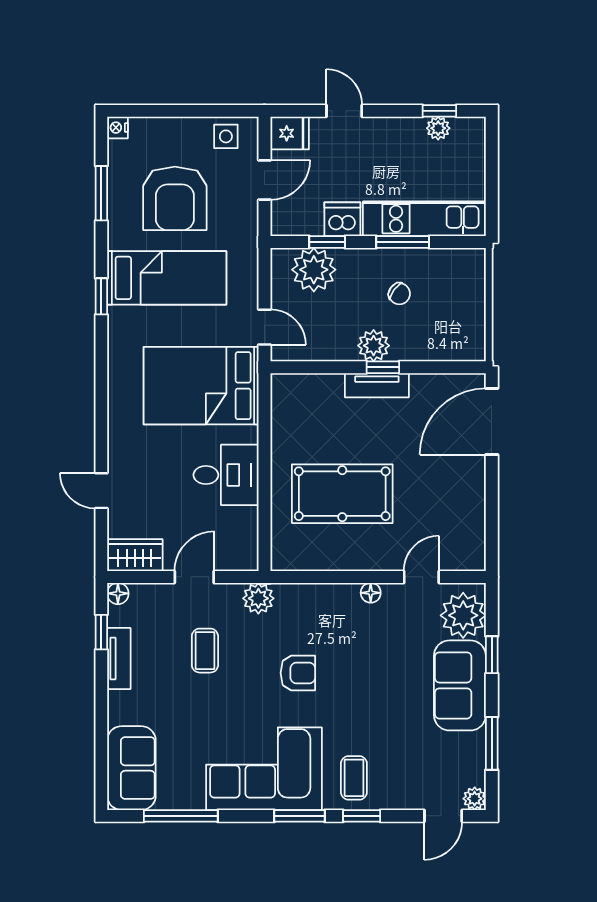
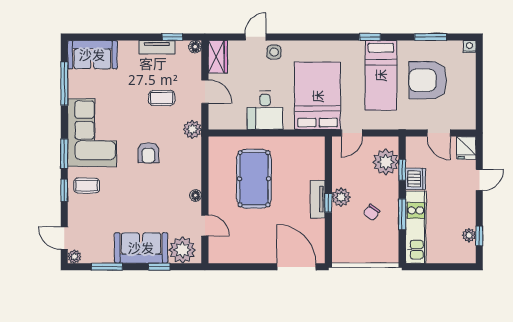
side table: (226, 136) -> (274, 52), moved

